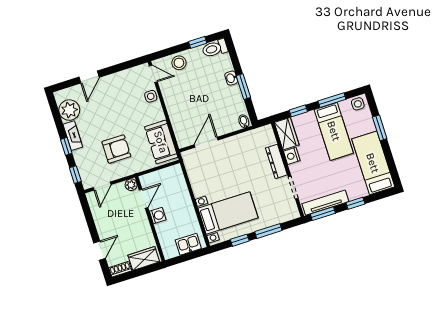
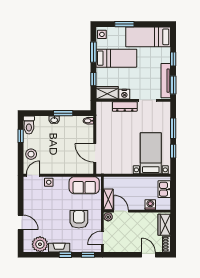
shelving: (153, 178) -> (108, 199), added
door: (102, 186) -> (102, 238), swing flipped
washing machine: (158, 215) -> (150, 205), moved

